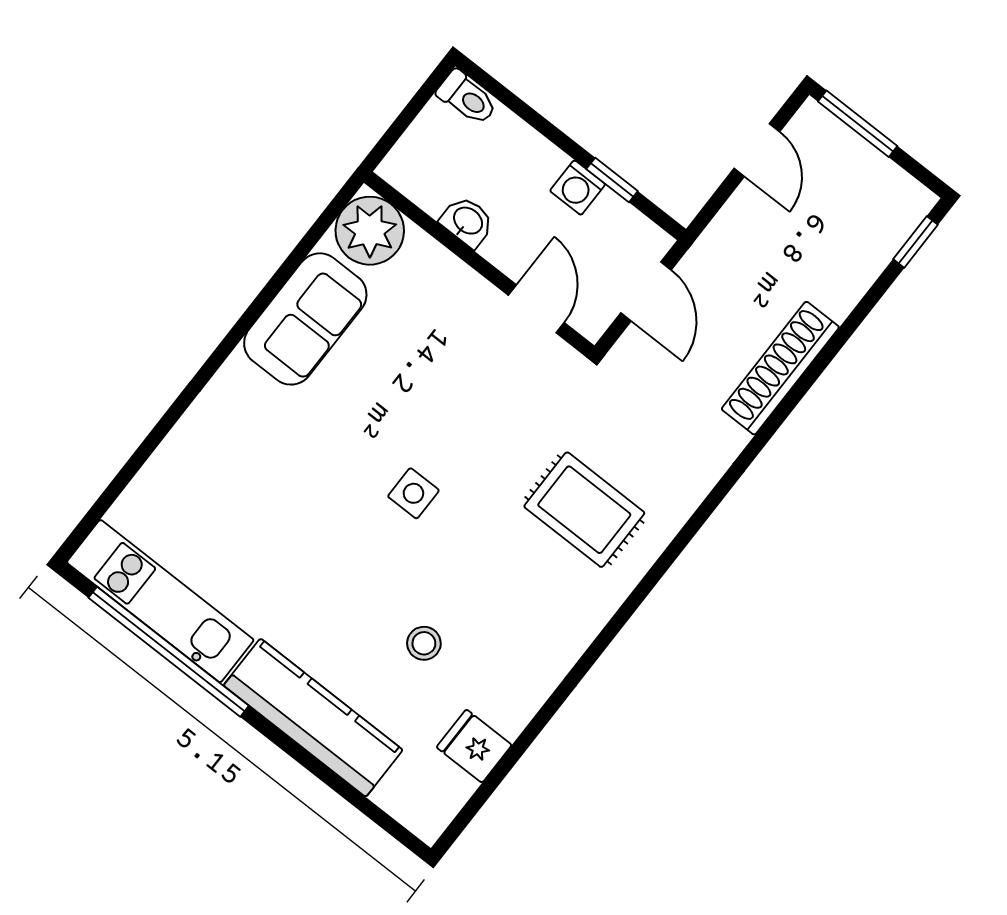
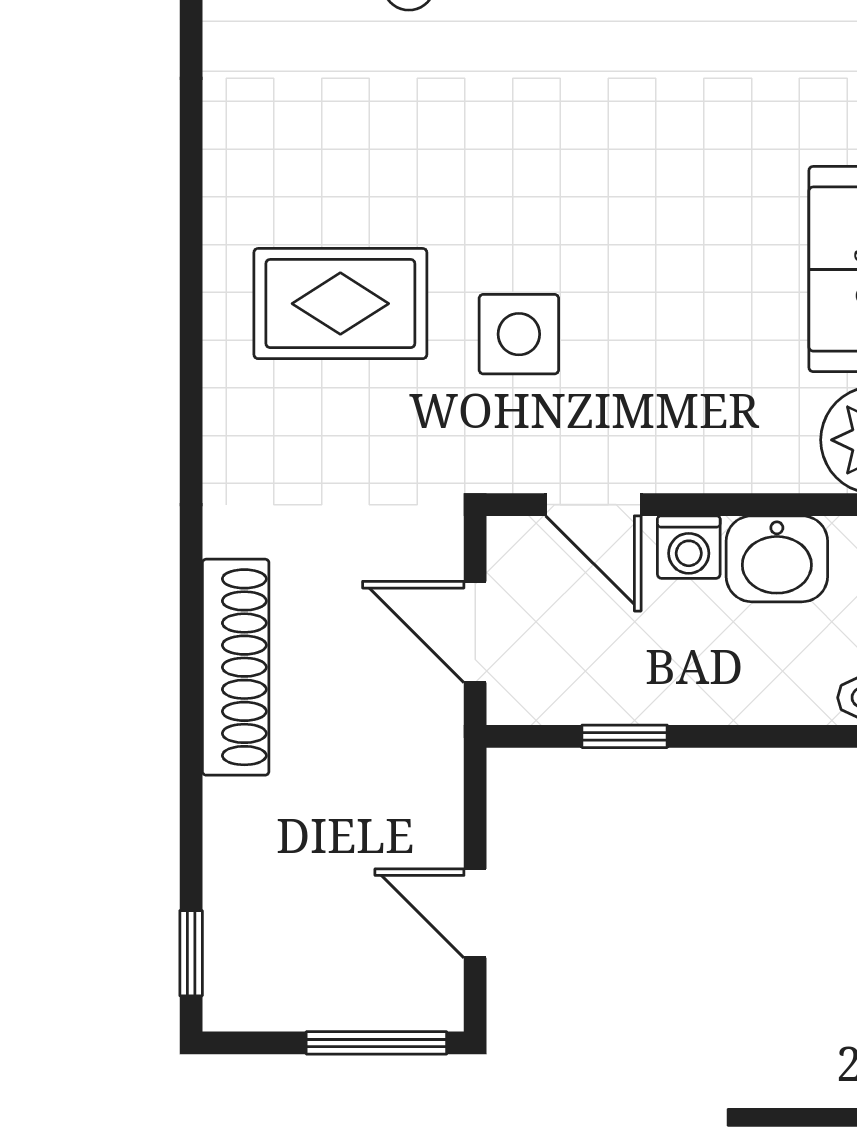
washing machine: (578, 188) -> (689, 547), moved, turned 180
washbasin: (467, 222) -> (777, 559), width x1.38, depth x1.45
side table: (413, 493) -> (519, 334), moved, width x1.37, depth x1.37

